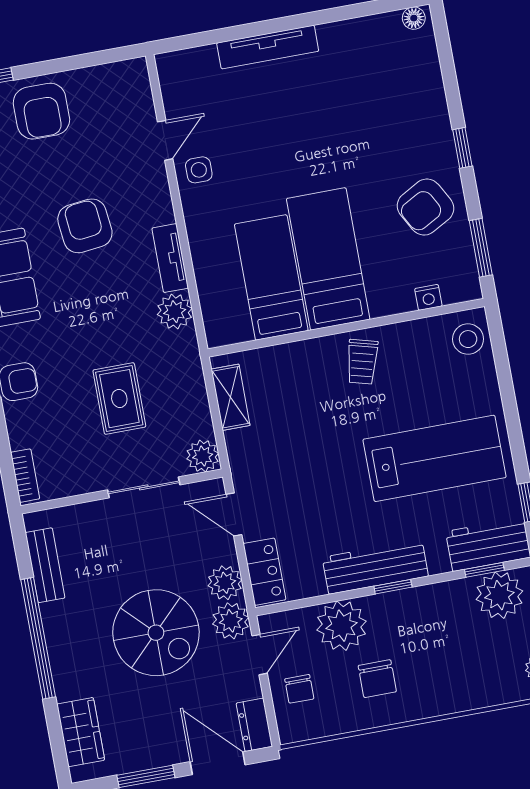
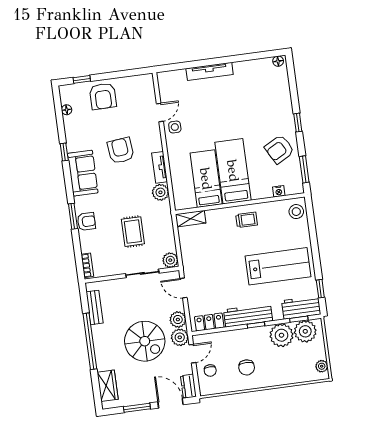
trolley: (362, 362) -> (247, 220), turned -105
shelving: (231, 397) -> (191, 219), moved, turned 90
locker: (264, 572) -> (209, 322), moved, turned -90
plant: (341, 626) -> (282, 335), moved

